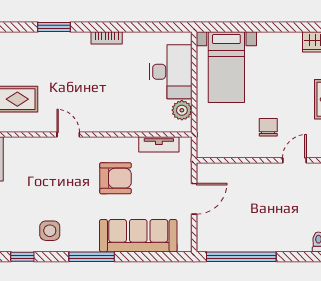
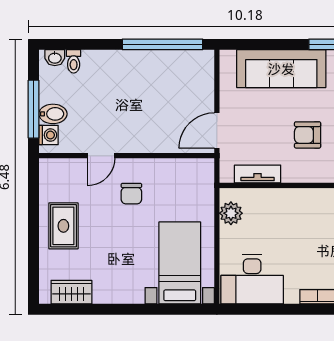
desk: (171, 72) -> (252, 279), moved, turned -90
armchair: (115, 178) -> (308, 135), width x0.72, depth x0.72
door: (194, 199) -> (217, 130), moved

